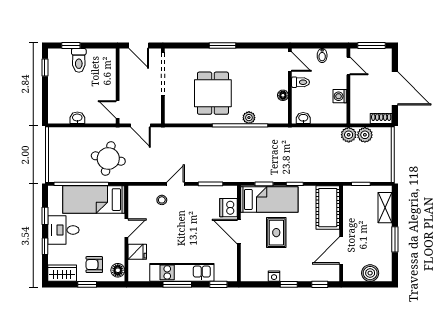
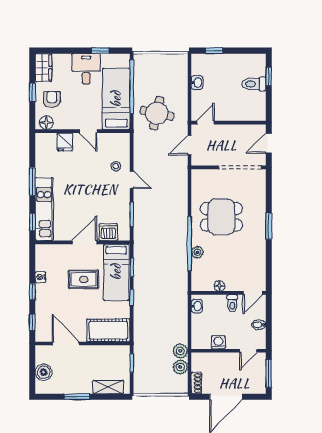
window: (45, 67) -> (214, 51), moved
window: (45, 246) -> (70, 51), removed
kitchen unit: (182, 272) -> (44, 209), moved

